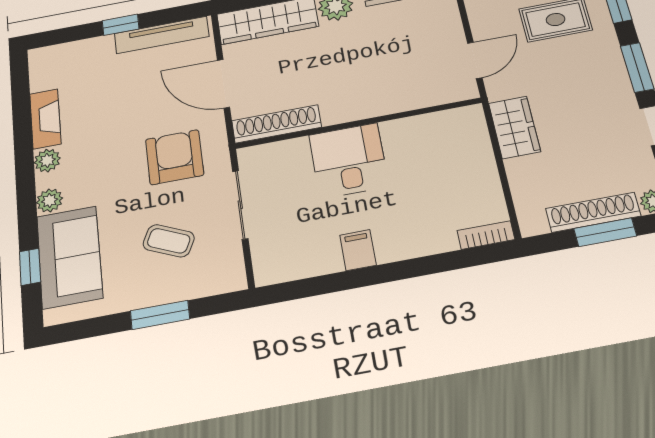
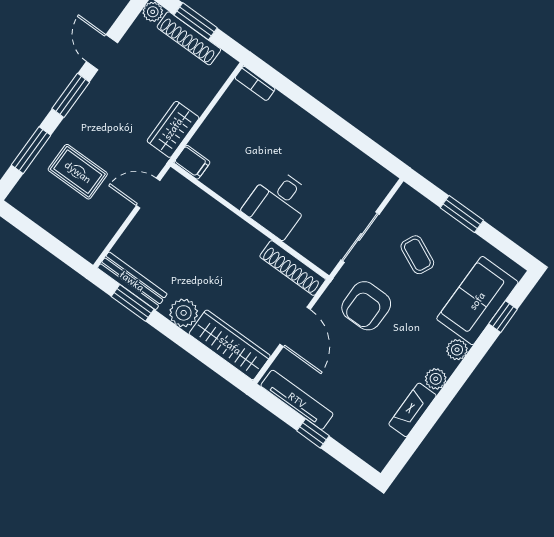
filing cabinet: (358, 250) -> (192, 162), moved, turned -90

